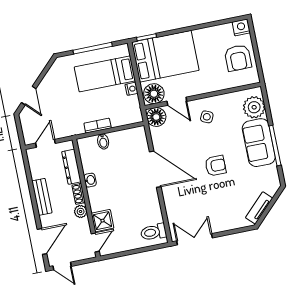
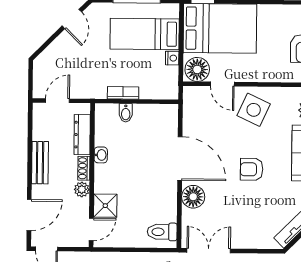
door: (29, 96) -> (72, 19), moved
floor lamp: (156, 117) -> (193, 197), moved
side table: (207, 117) -> (254, 110), width x1.87, depth x1.87
armchair: (215, 166) -> (252, 169), turned 180

